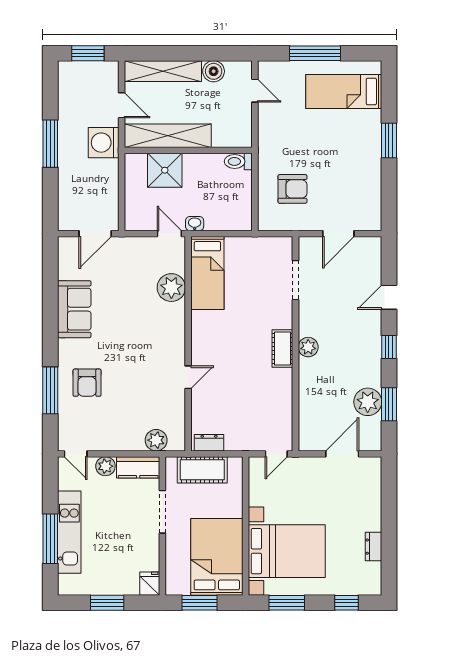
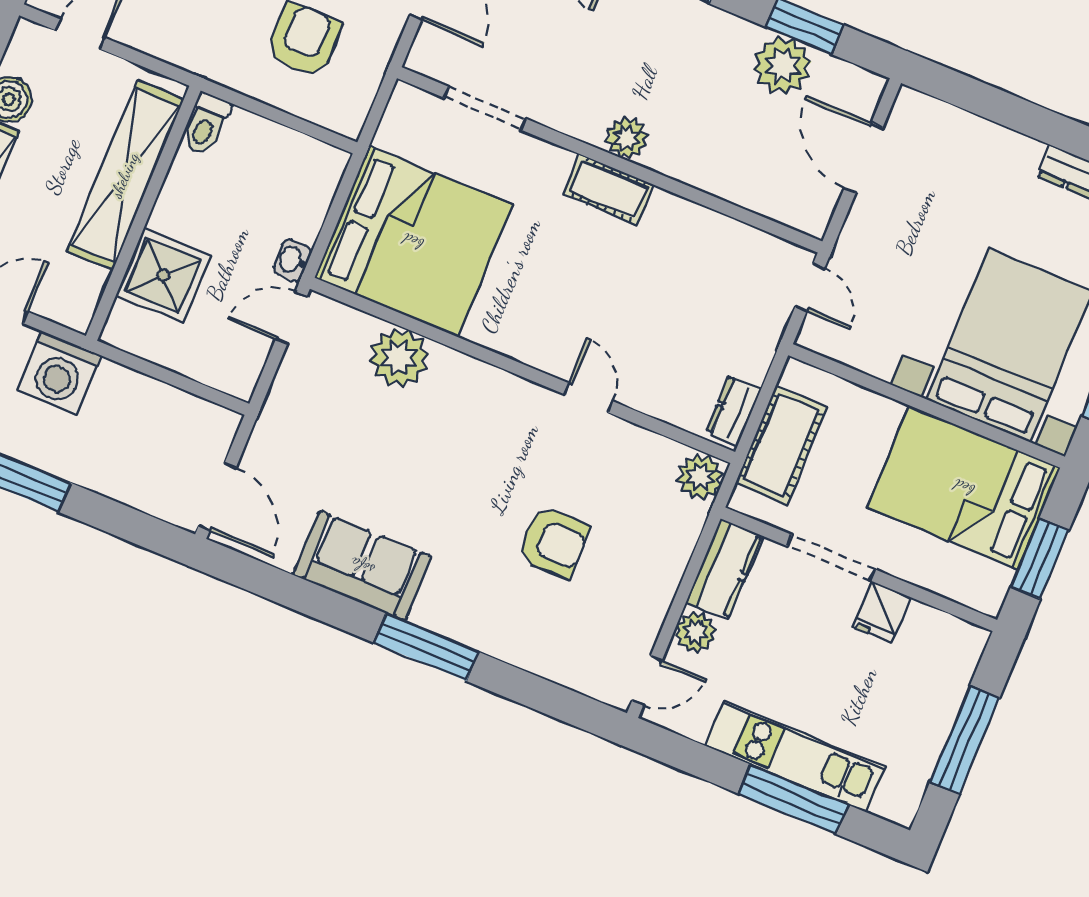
shelving: (168, 136) -> (125, 175), moved
door: (95, 234) -> (217, 497), moved
bed: (207, 273) -> (413, 241), width x2.04
armchair: (87, 383) -> (553, 542), moved
window: (50, 390) -> (426, 647), moved
plant: (156, 440) -> (700, 477), moved
fridge: (150, 584) -> (881, 612), moved, turned -90
window: (107, 603) -> (965, 740), width x1.44

